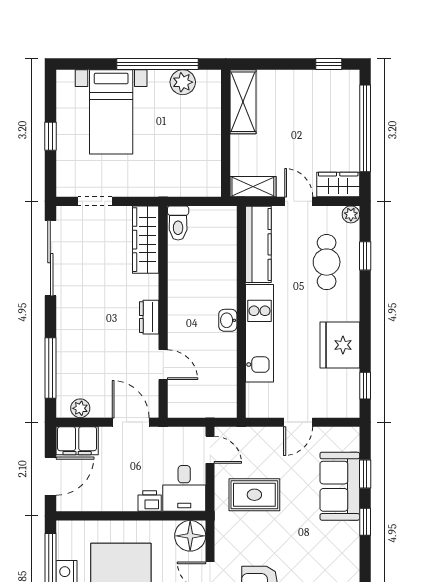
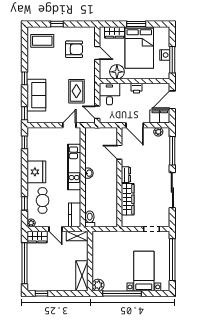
plant: (183, 82) -> (98, 285), moved
window: (50, 136) -> (172, 260), width x3.17
toilet: (178, 223) -> (90, 219), moved
wardrobe: (146, 240) -> (128, 199), moved
kitchen counter: (258, 244) -> (75, 215), width x0.67
sliding door: (50, 258) -> (172, 190), moved
fridge: (340, 345) -> (36, 172), moved
door: (298, 422) -> (69, 125), moved
window: (365, 474) -> (24, 113), moved
rug: (254, 495) -> (76, 91), turned 90
printer: (150, 501) -> (136, 88), moved
floor lamp: (190, 536) -> (117, 72), moved

